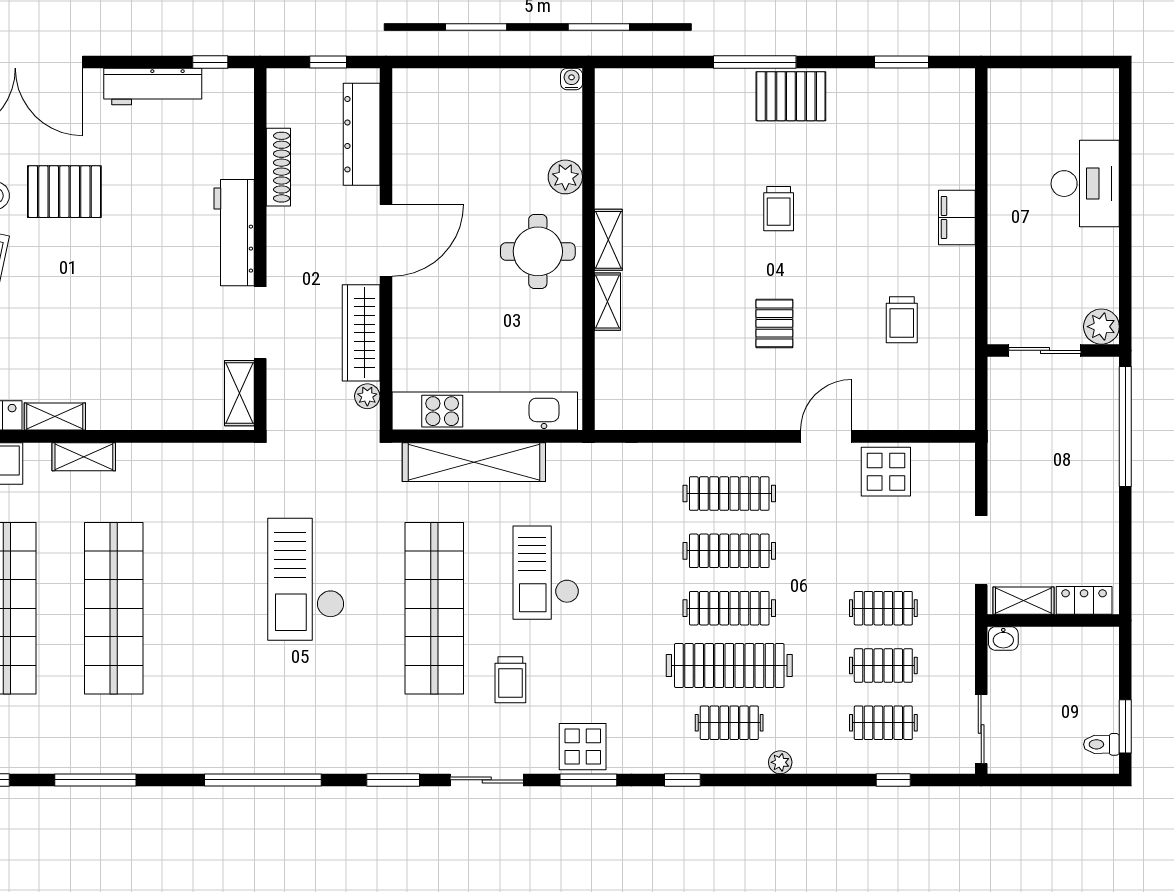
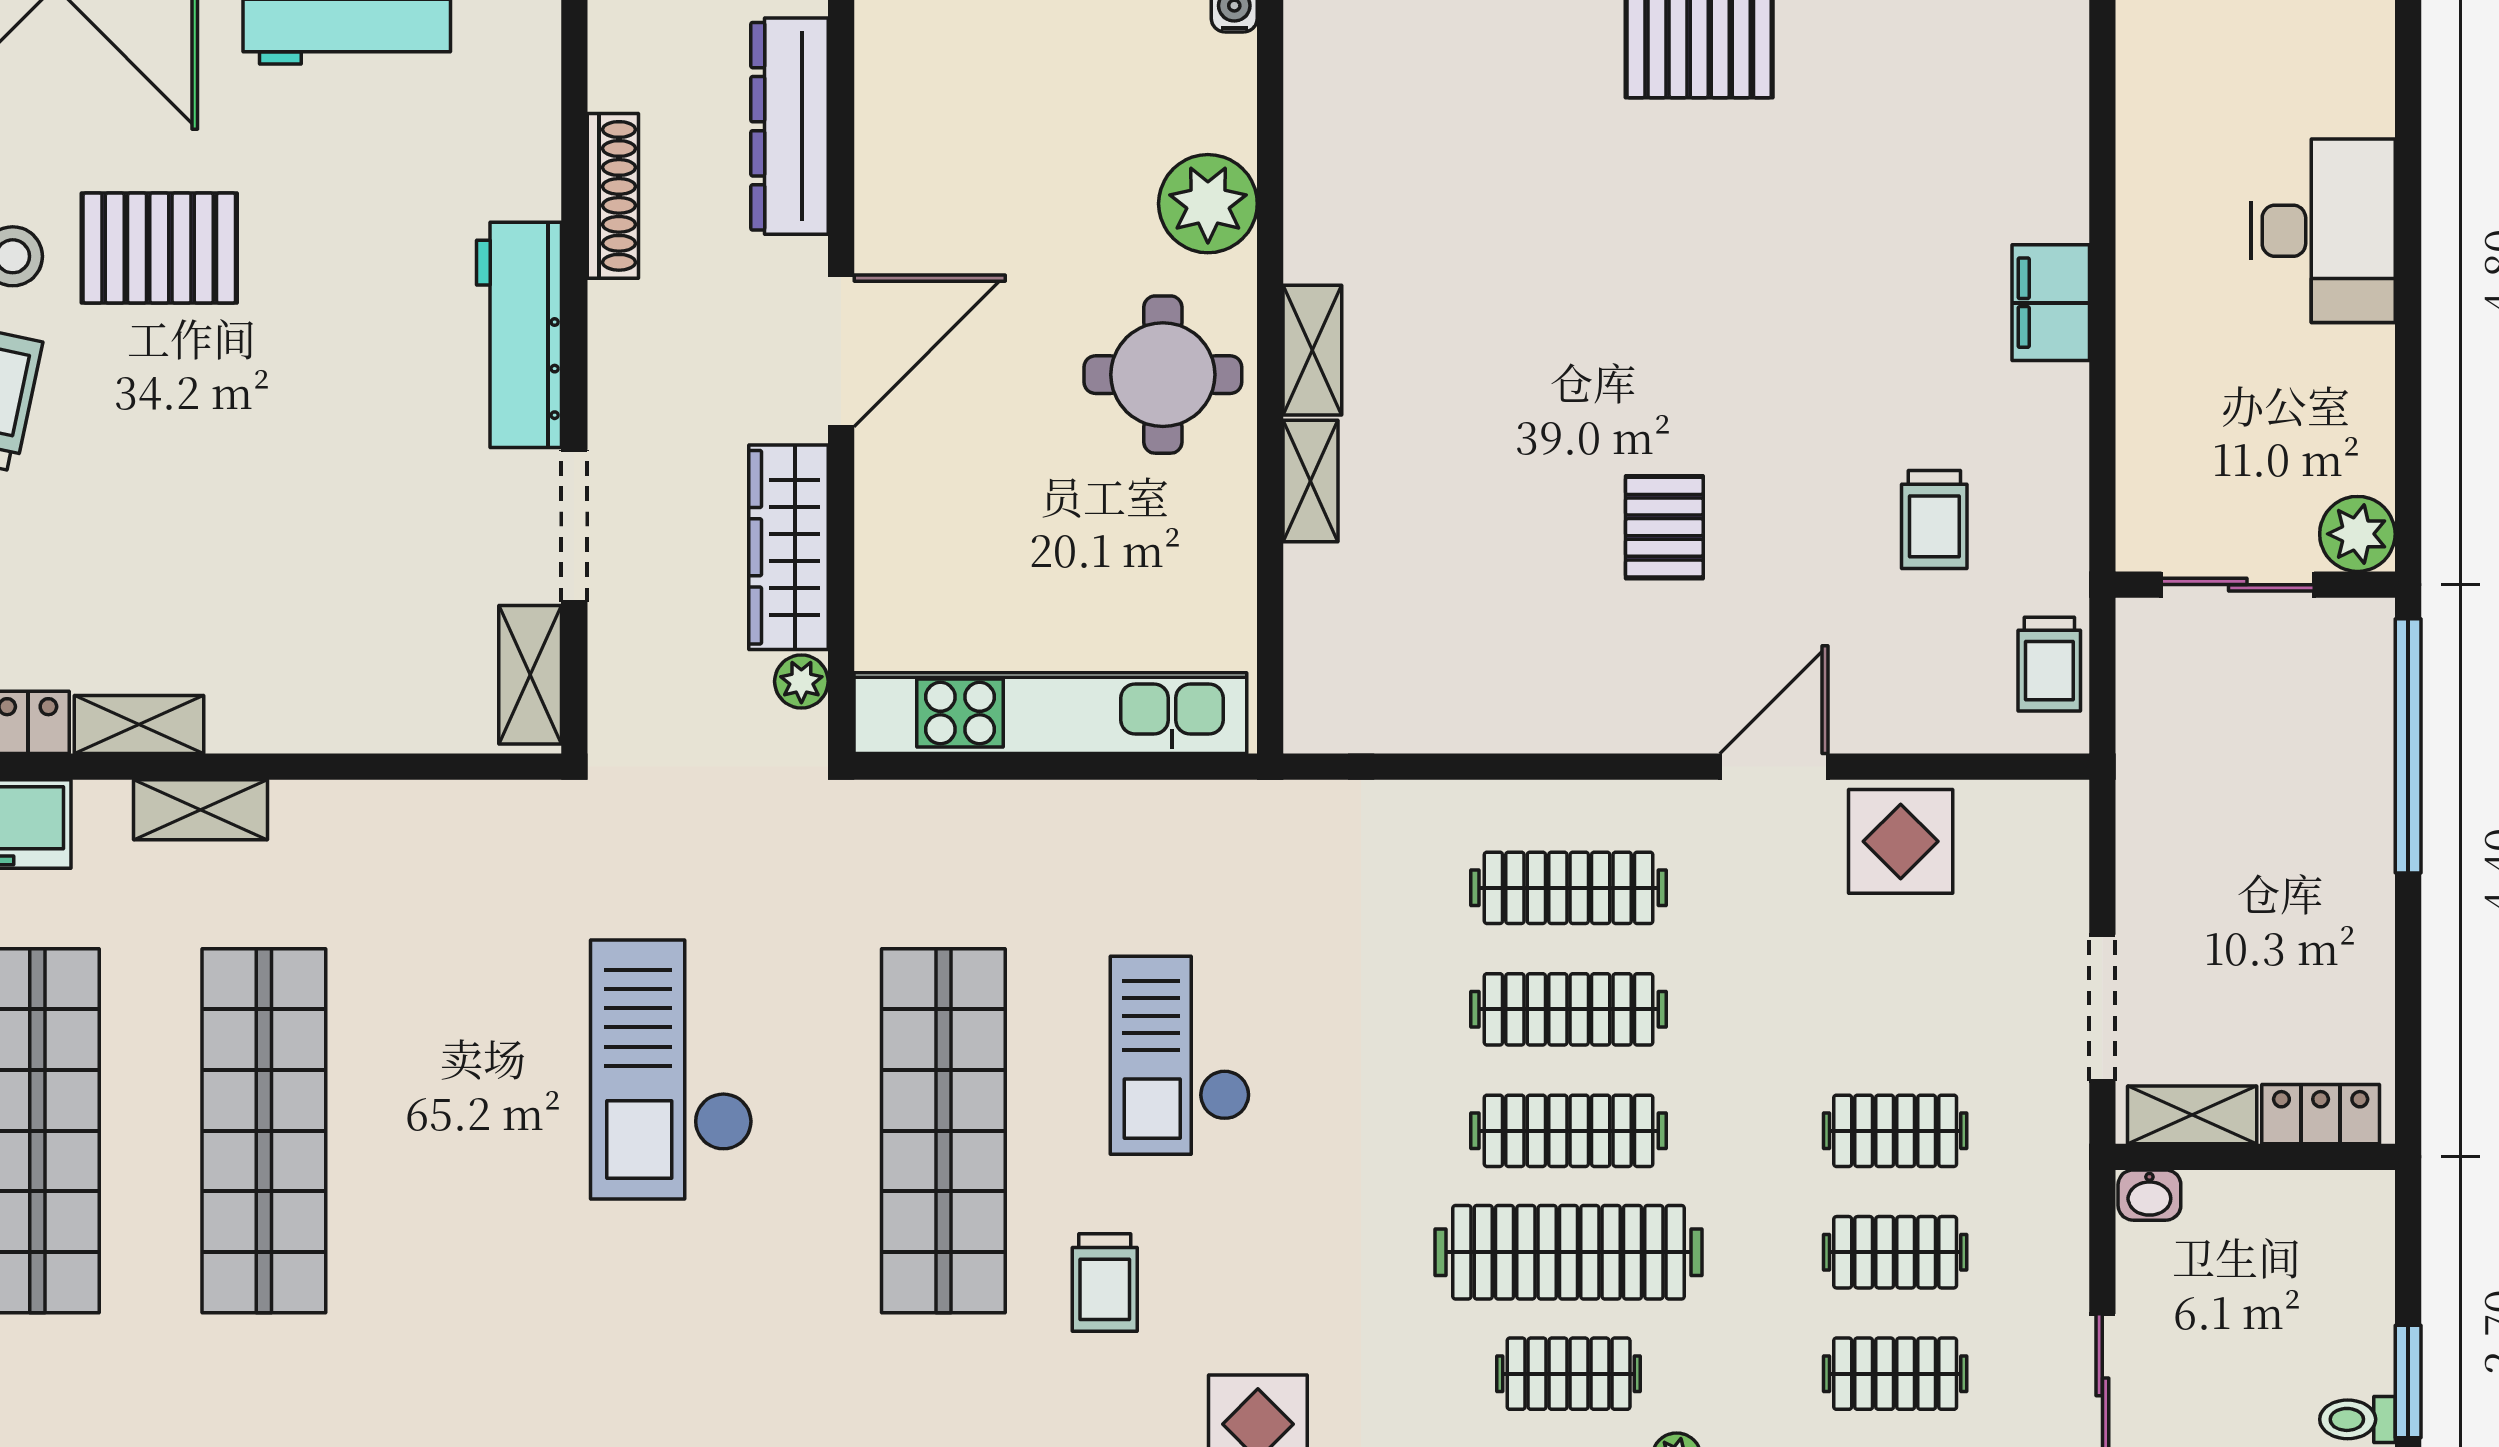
plant: (565, 177) -> (1208, 204), width x1.36, depth x1.36
trolley: (779, 209) -> (2049, 664), moved
shelving: (474, 462) -> (1027, 821), removed

